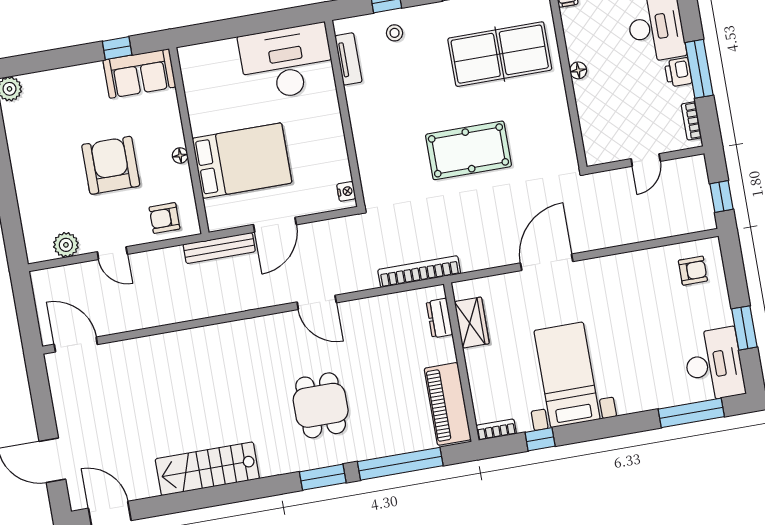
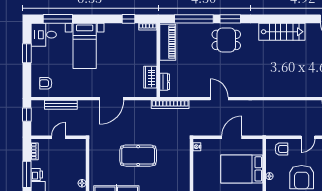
bench: (219, 248) -> (61, 105), moved
door: (112, 253) -> (308, 137), swing flipped
desk: (714, 364) -> (44, 35), width x0.73
bed with nightstands: (567, 375) -> (85, 46), moved
dining table: (321, 405) -> (226, 40), moved, turned 90

